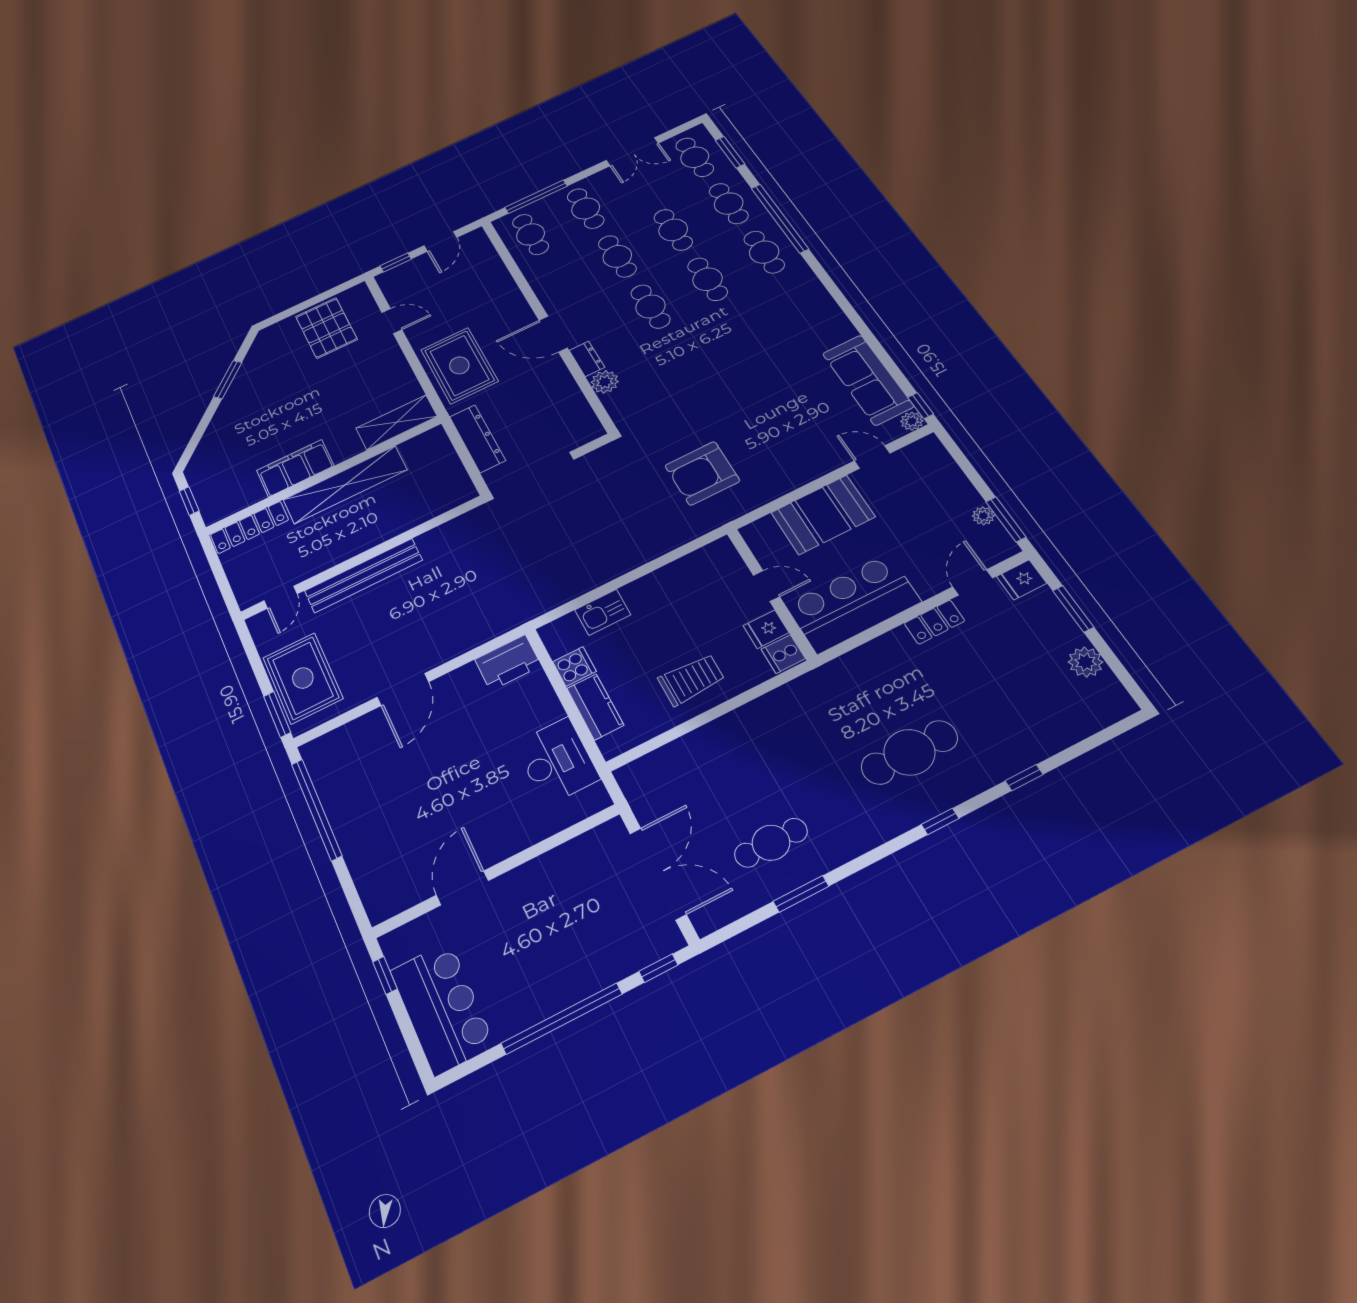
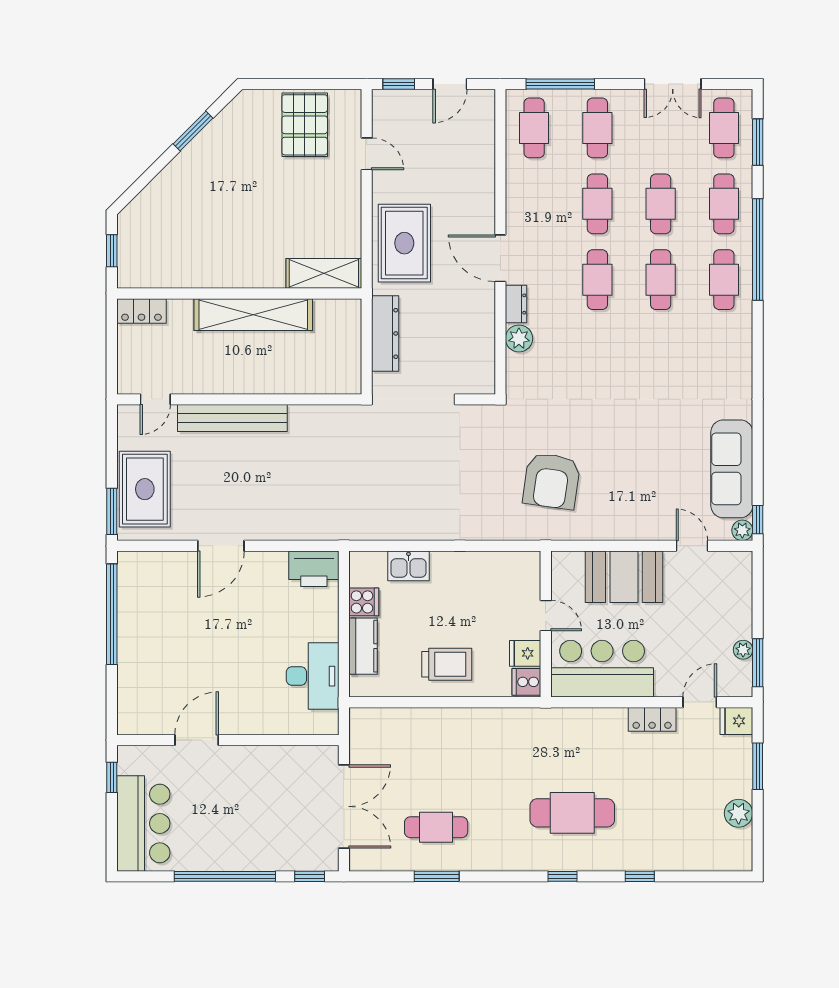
filing cabinet: (295, 468) -> (217, 270), removed
armchair: (702, 473) -> (552, 481), turned -82
locker: (249, 527) -> (141, 311), width x0.66

